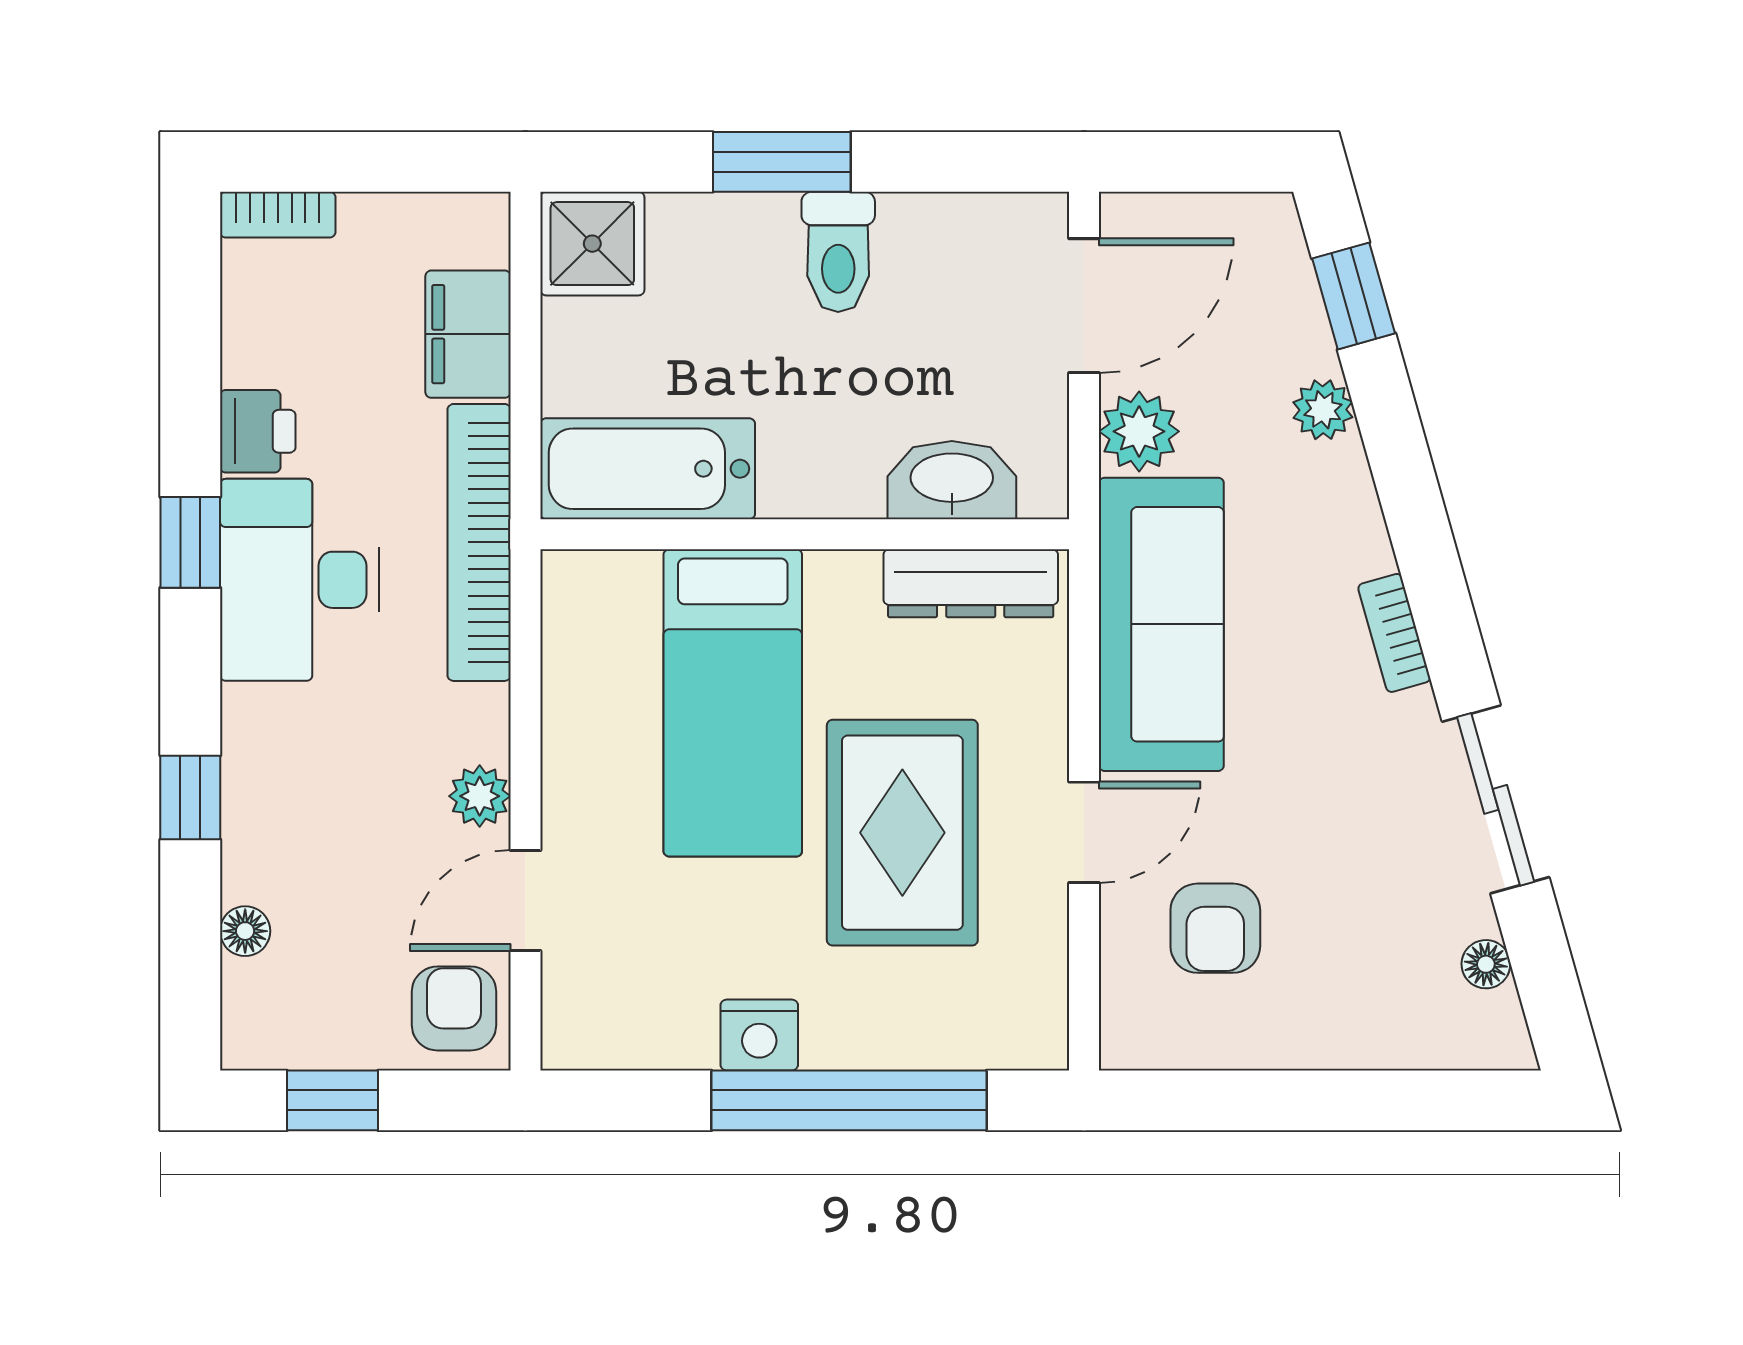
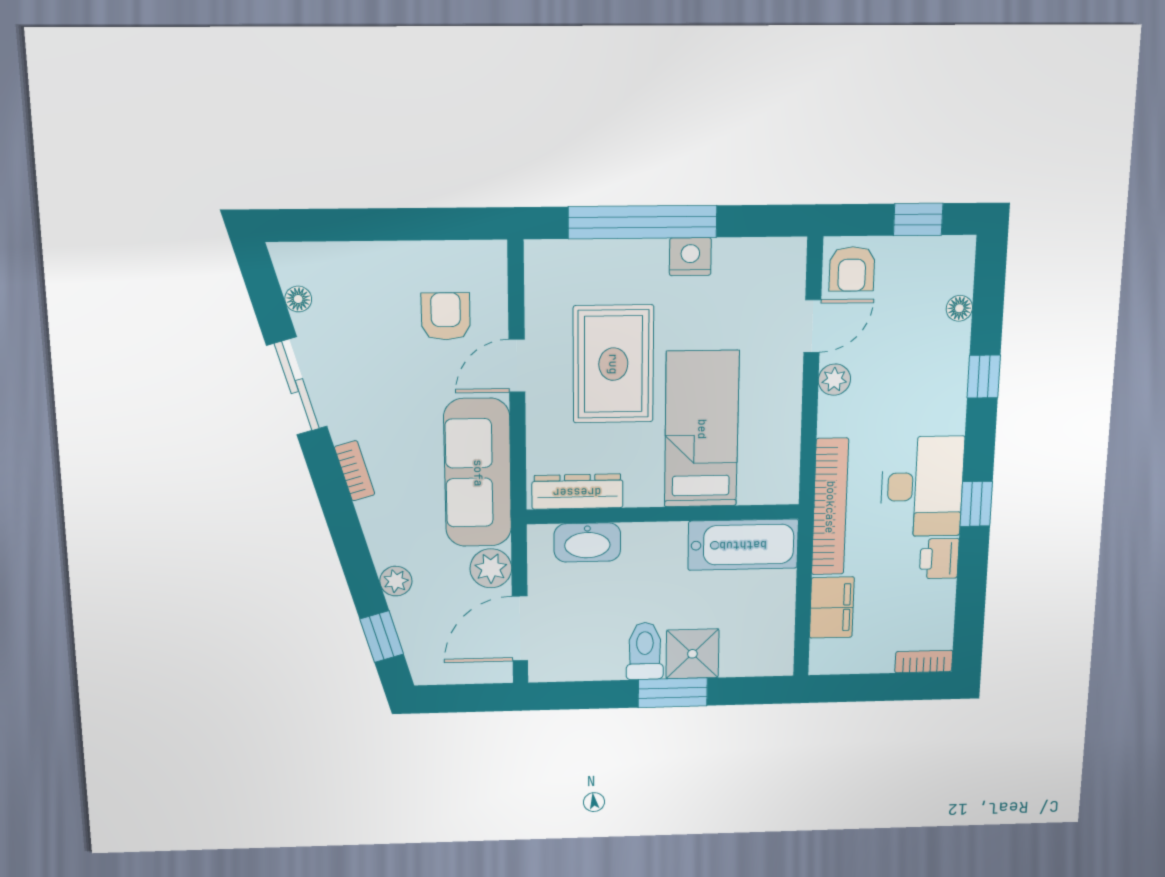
shower: (592, 244) -> (692, 654), moved

